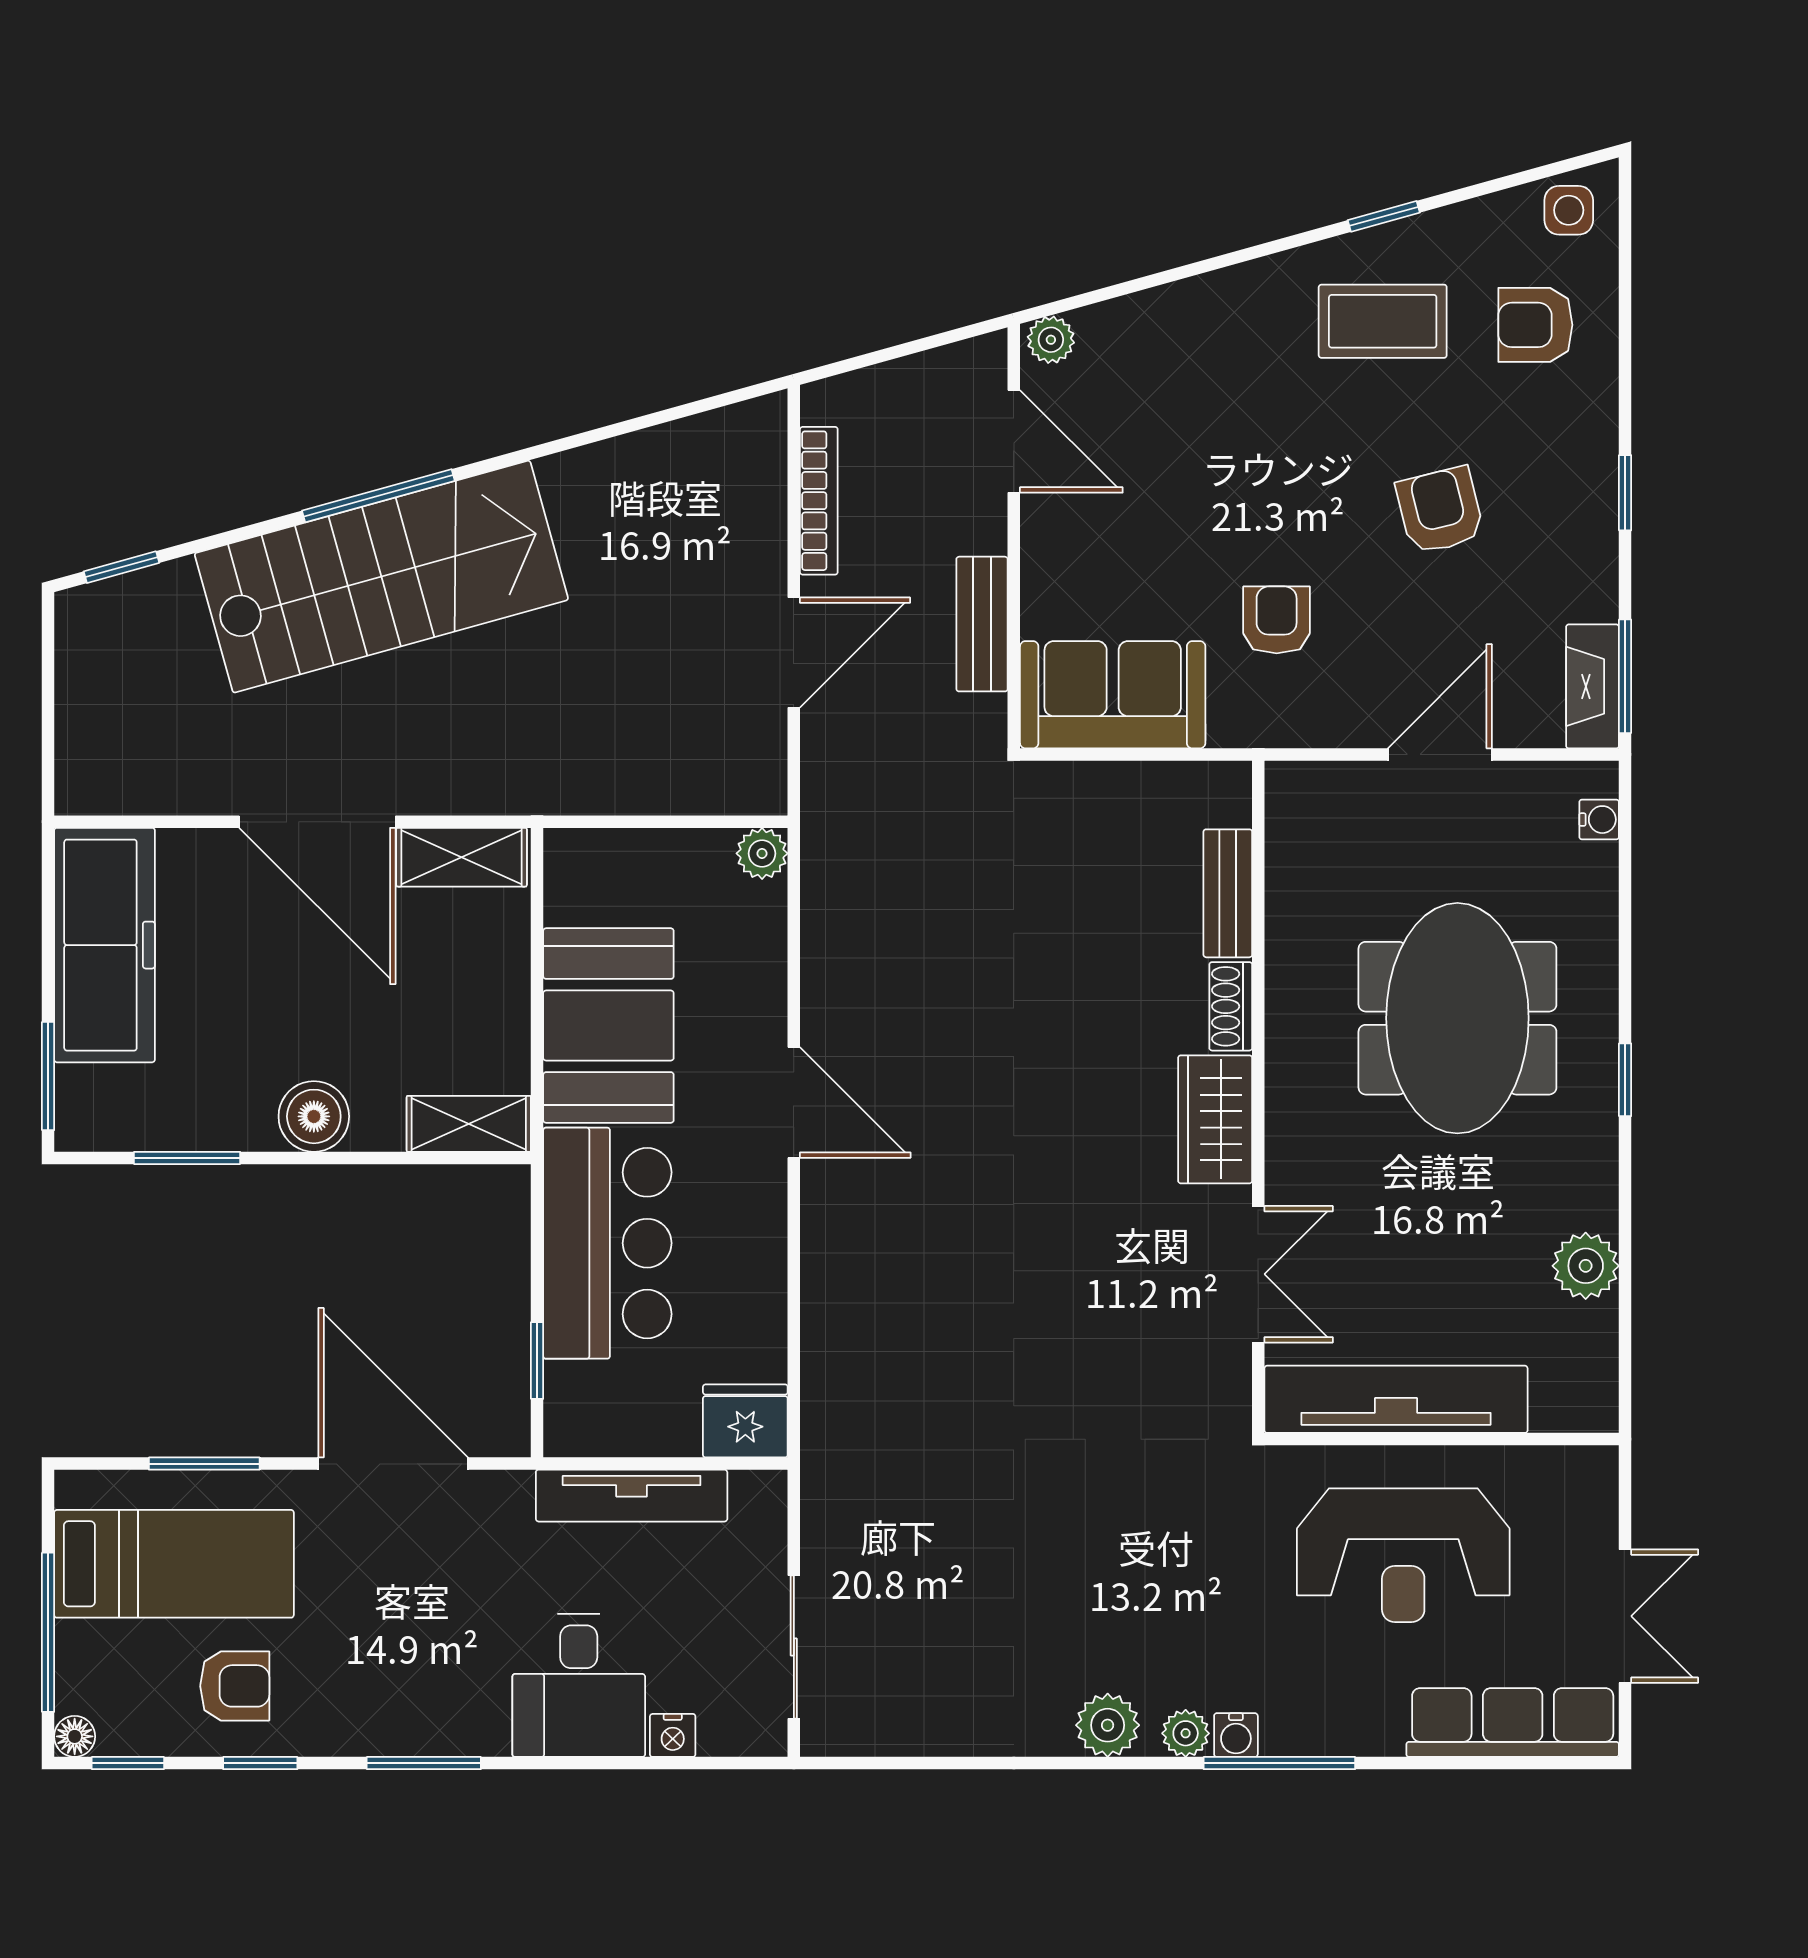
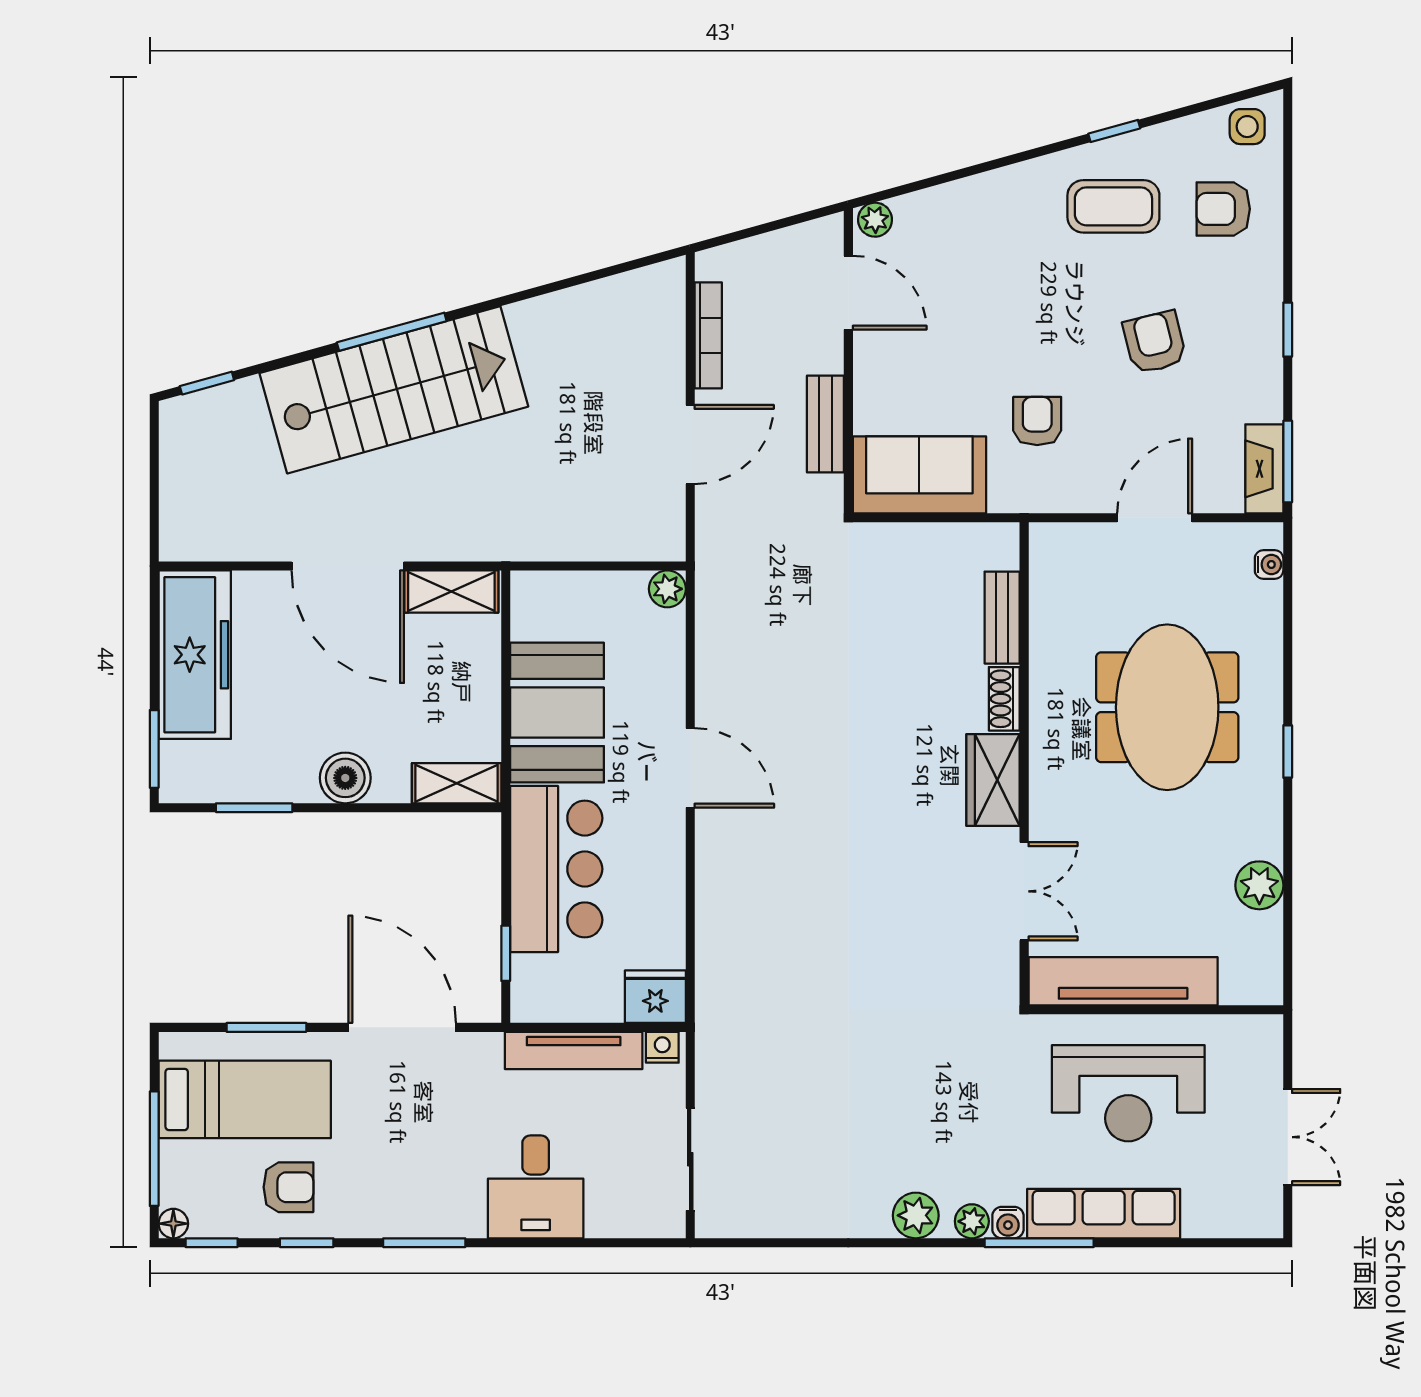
row of seats: (1513, 1723) -> (1104, 1214), moved
nightstand: (673, 1735) -> (662, 1047), moved, turned 180

